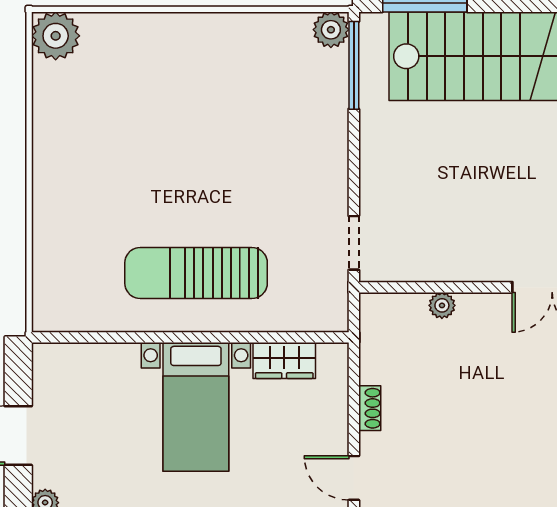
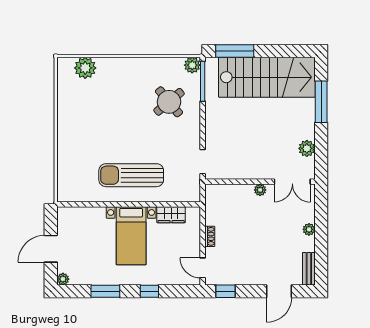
plant: (56, 36) -> (85, 68), moved
round table: (280, 111) -> (169, 102), added
plant: (442, 305) -> (260, 190), moved

